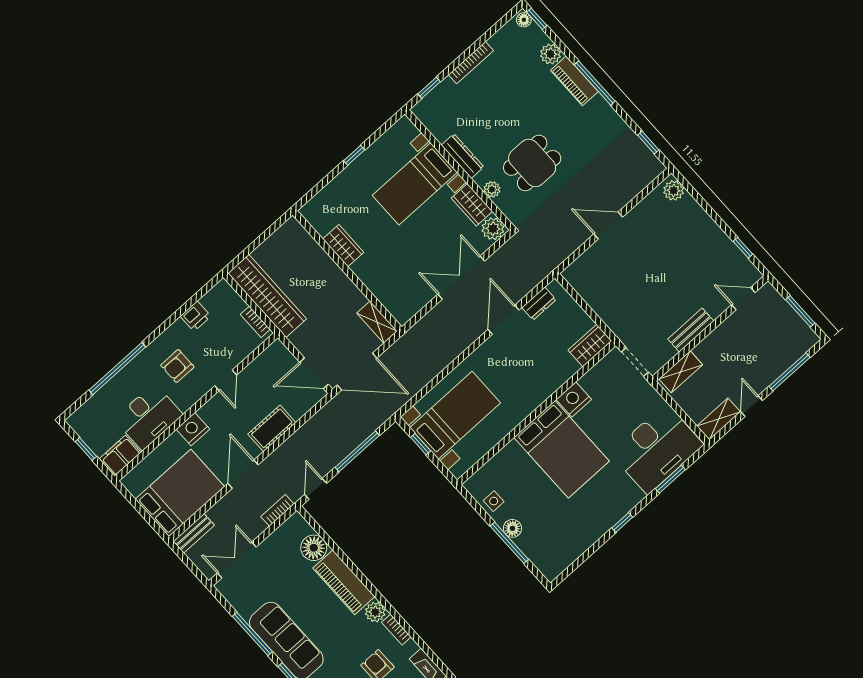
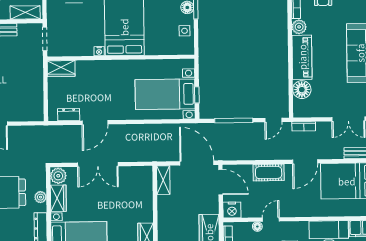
floor lamp: (233, 360) -> (257, 227), added
nightstand: (574, 399) -> (99, 51), width x0.53, depth x0.56
nightstand: (193, 429) -> (232, 210), moved

